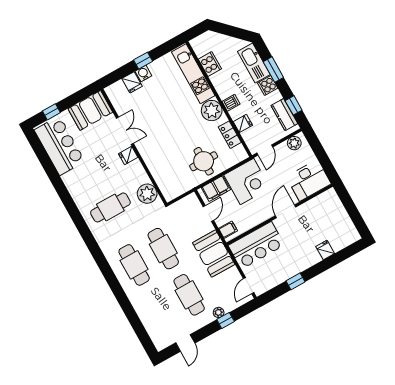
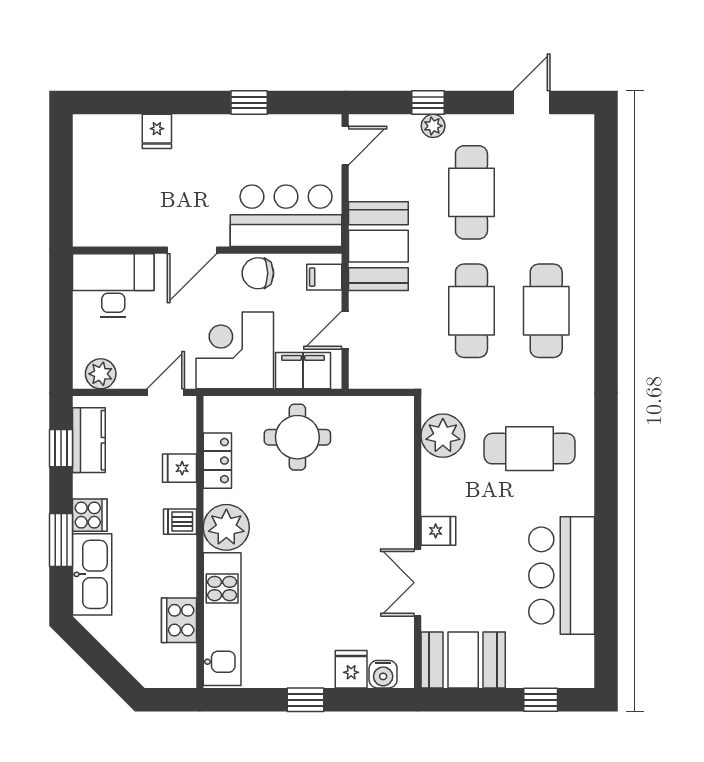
water cooler: (143, 73) -> (383, 674), moved
bar counter: (60, 146) -> (562, 576), moved
chair: (255, 217) -> (258, 273), added

